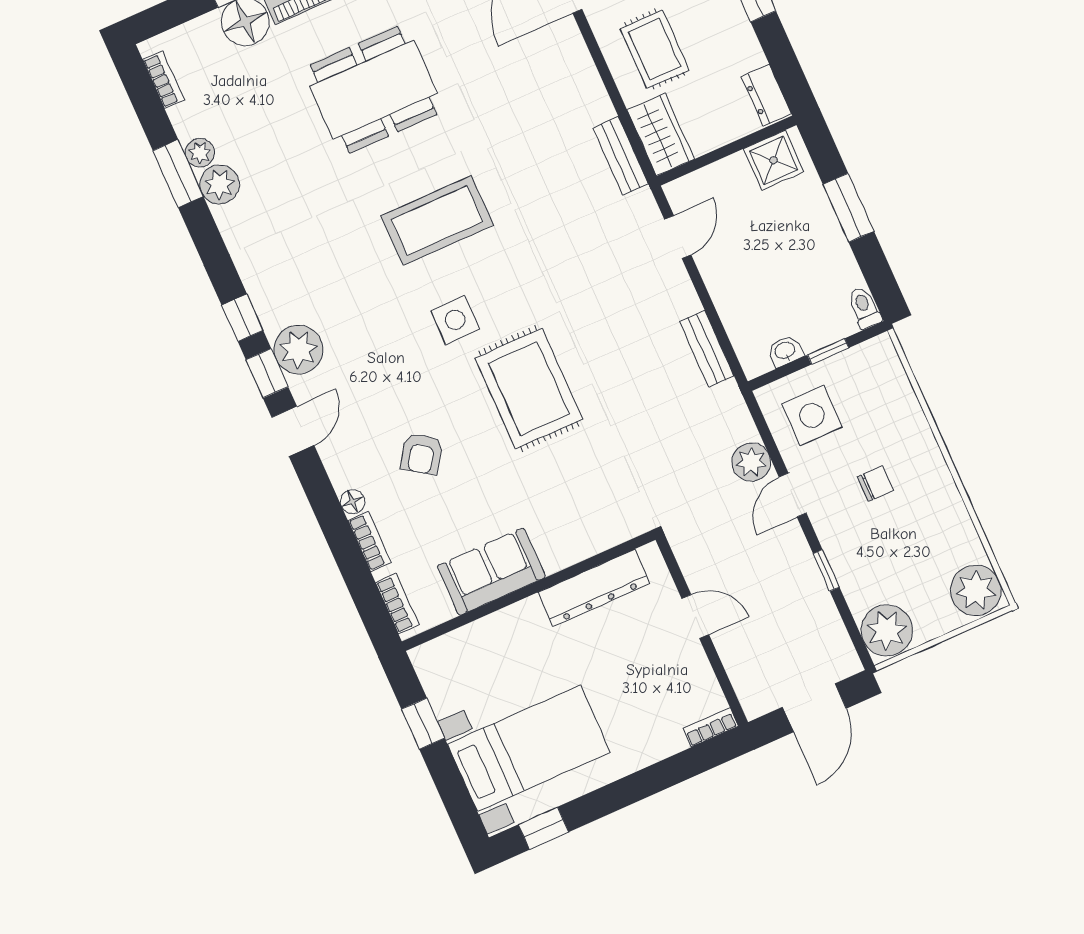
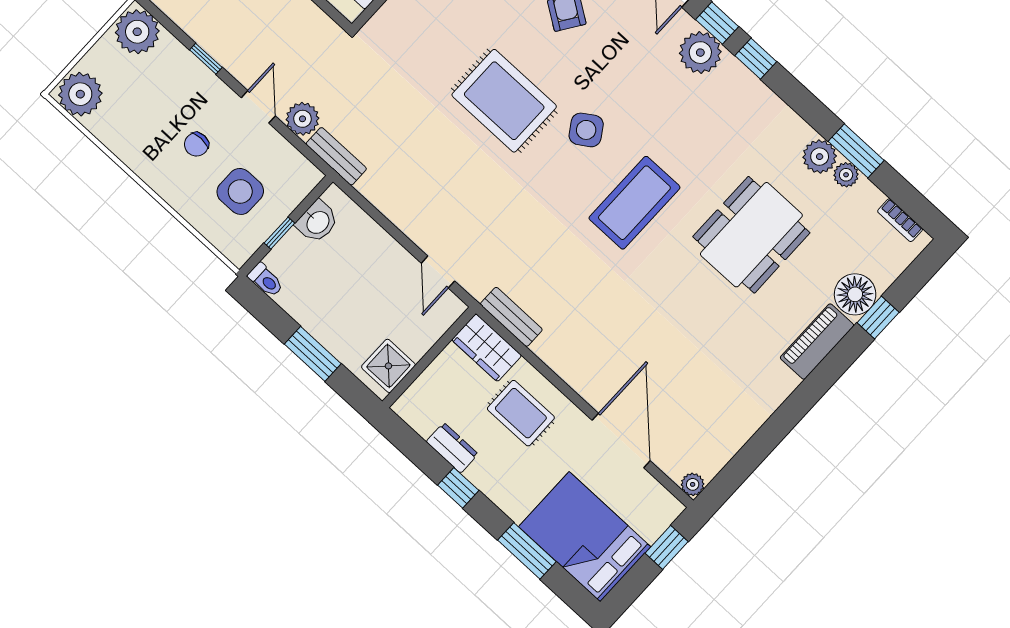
dining table: (374, 90) -> (751, 235), moved
dresser: (766, 95) -> (452, 448), moved
side table: (455, 320) -> (586, 130), turned -33
bench: (707, 349) -> (336, 156), moved
washbasin: (785, 351) -> (317, 222), width x1.38, depth x1.45
side table: (812, 415) -> (240, 191), moved

